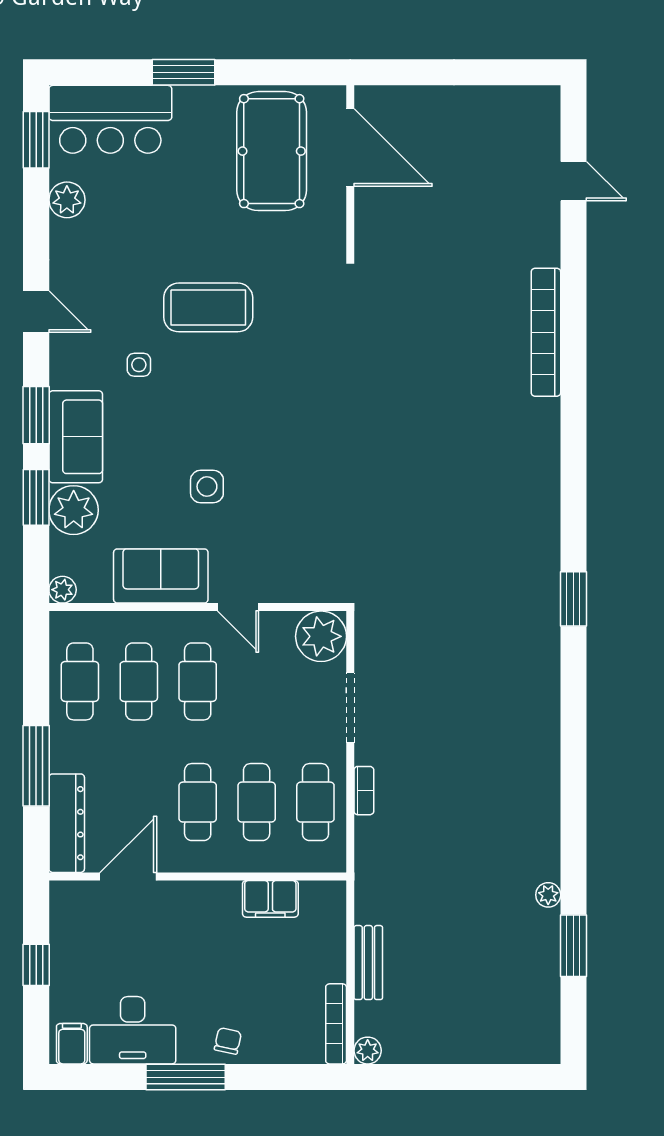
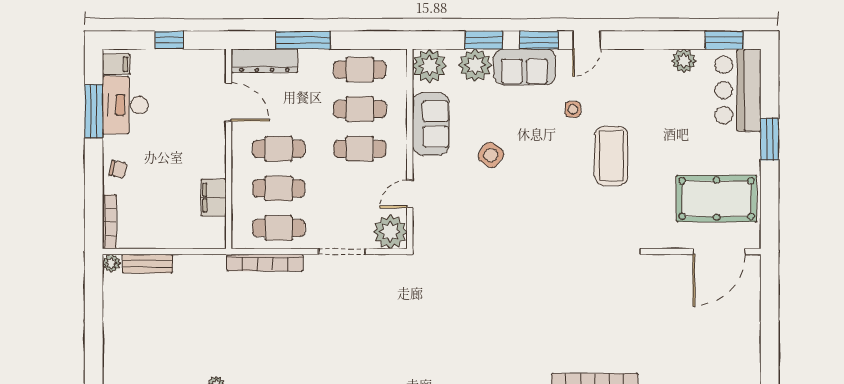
door: (36, 312) -> (586, 40), moved
side table: (207, 486) -> (491, 155), turned 36
plant: (63, 590) -> (429, 66), width x1.87, depth x1.87
door: (238, 607) -> (410, 194), moved
bookcase: (364, 791) -> (265, 263), width x2.31, depth x1.31
bench: (368, 963) -> (147, 264), moved
bookcase: (336, 1024) -> (109, 222), moved, turned 90
window: (186, 1077) -> (94, 111), moved

